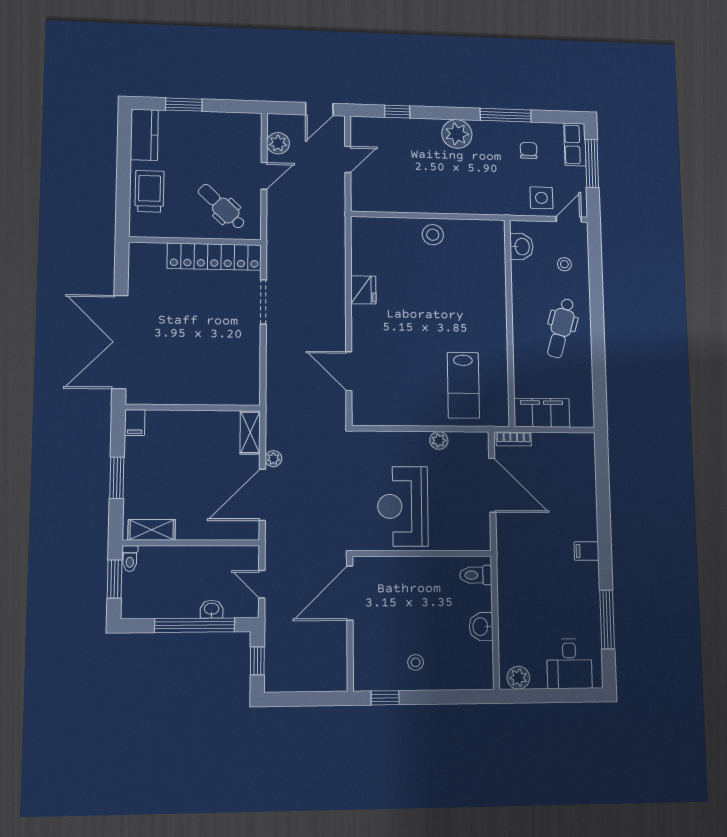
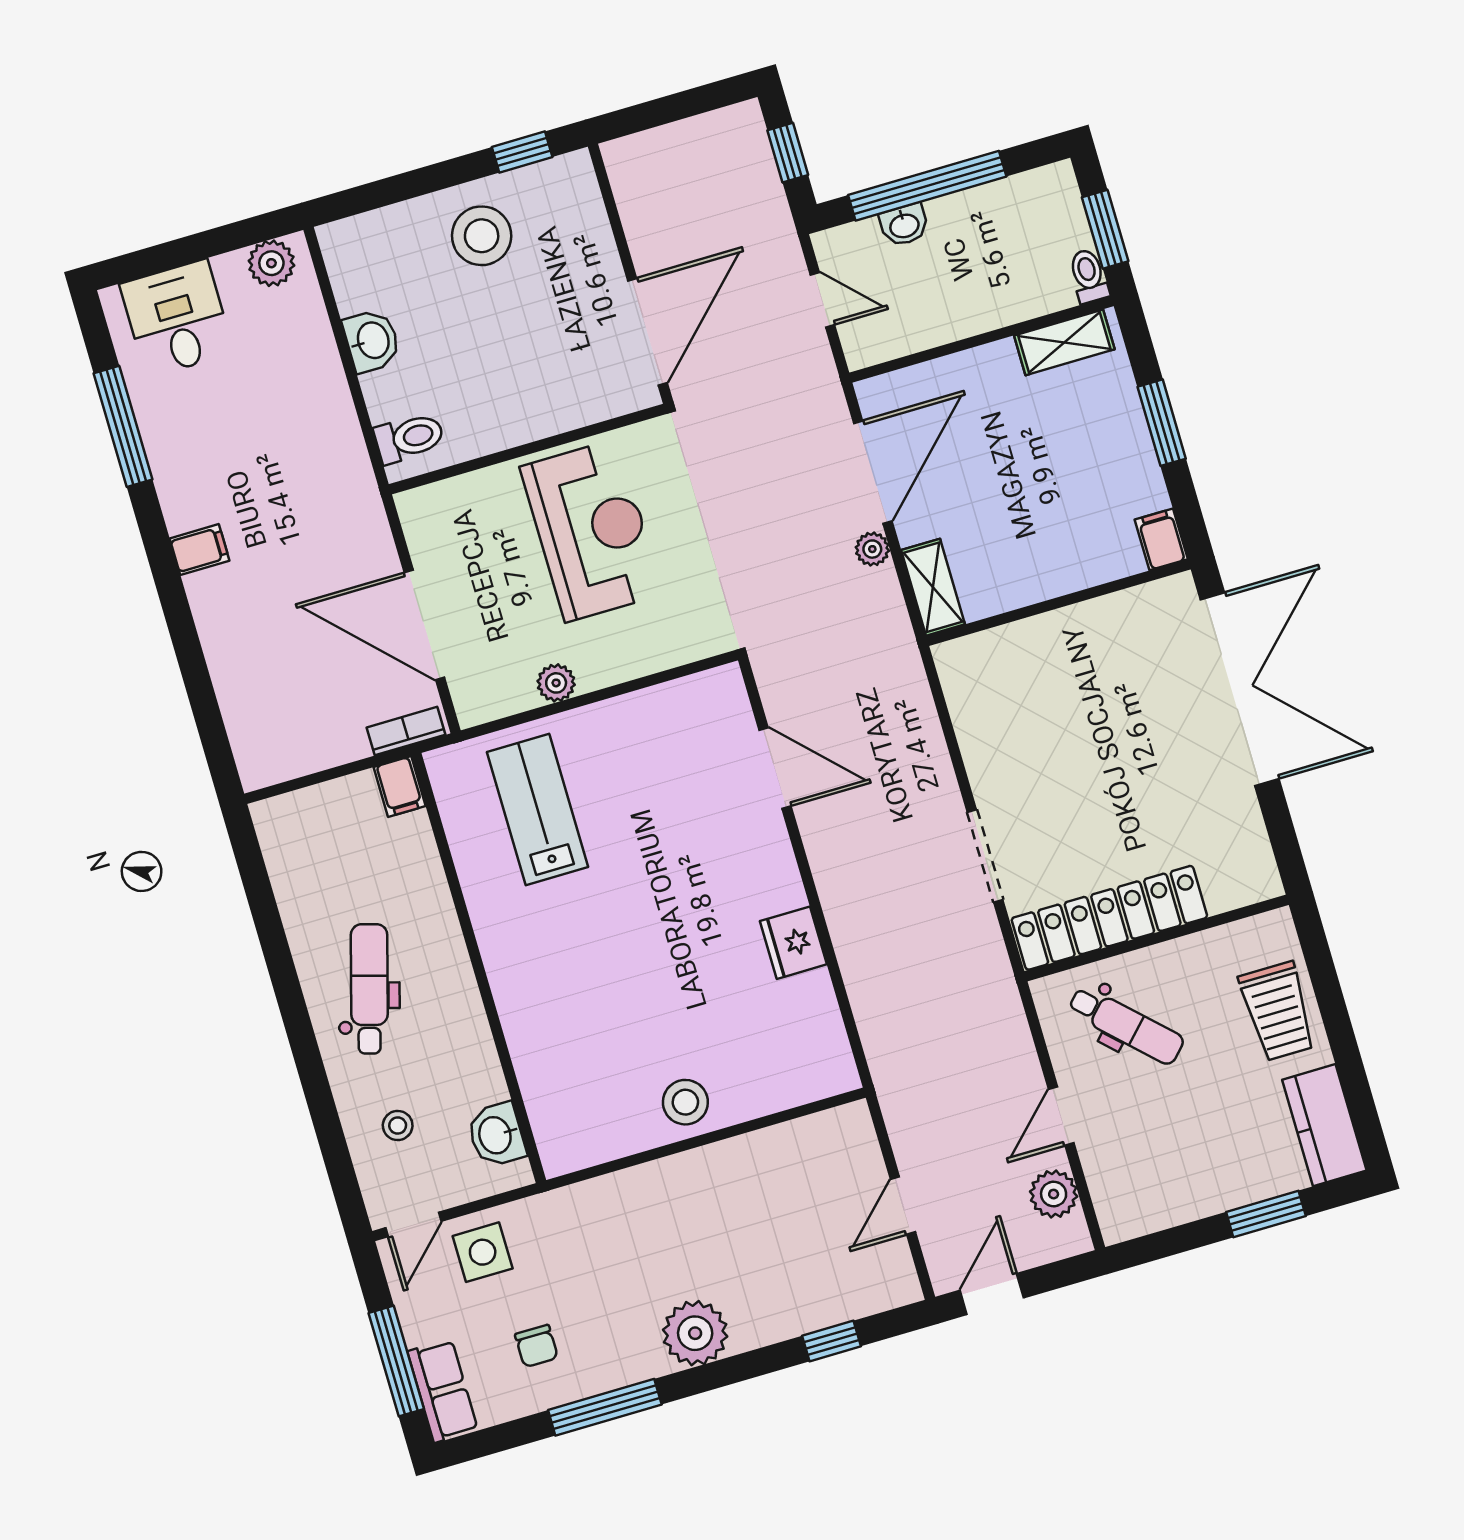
filing cabinet: (542, 413) -> (400, 787), width x0.33, depth x0.86
stool: (416, 662) -> (482, 236), width x1.89, depth x1.89

